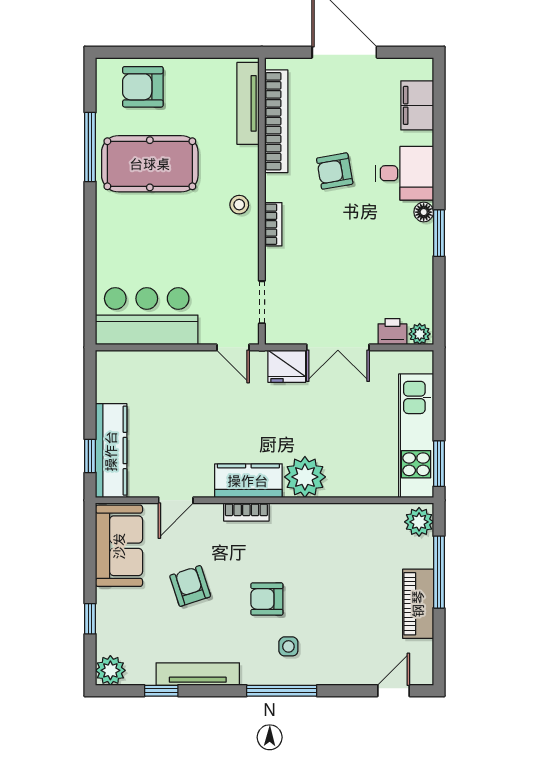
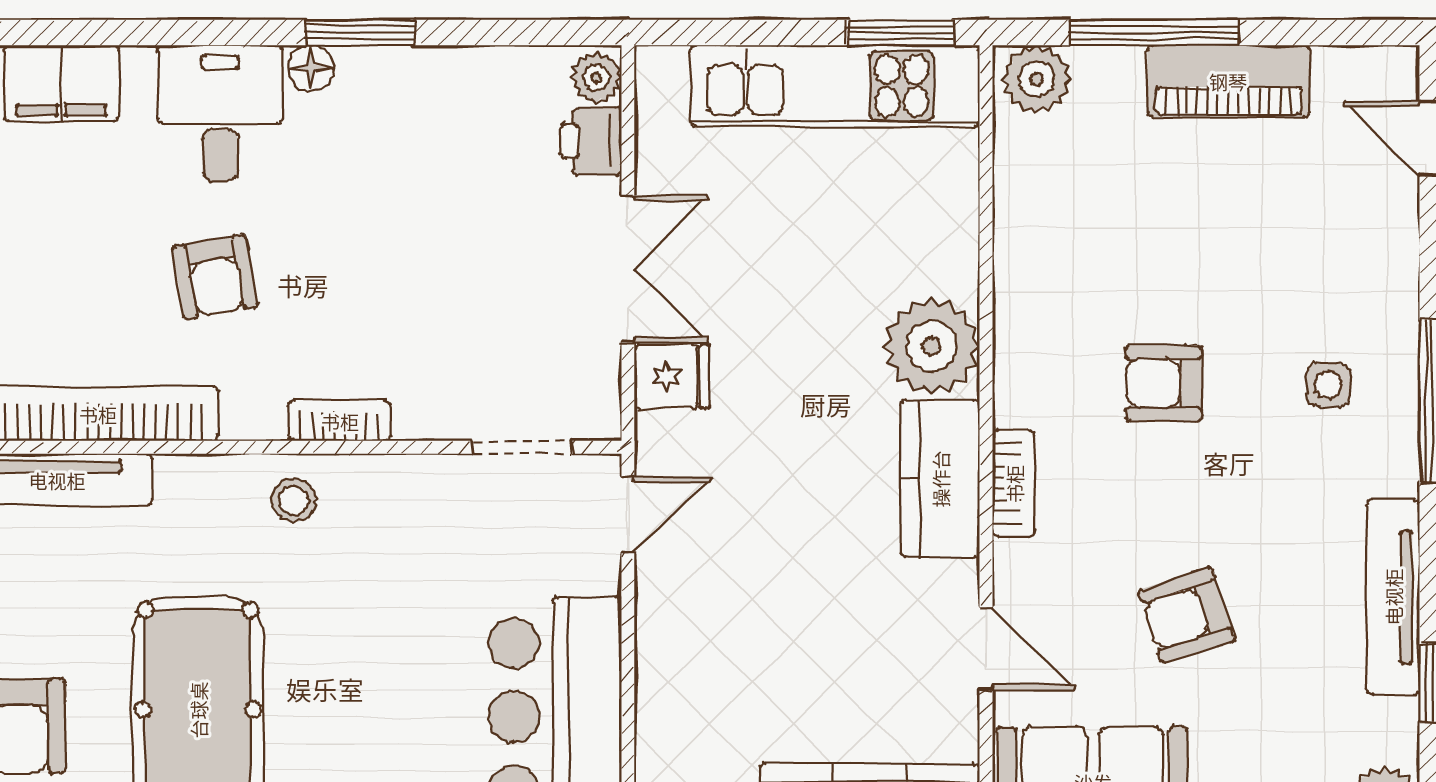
fridge: (287, 366) -> (672, 377), width x0.72
armchair: (267, 599) -> (1164, 383), moved, turned 90

